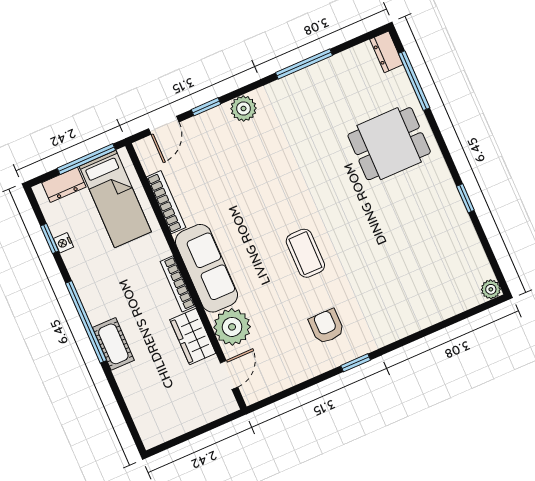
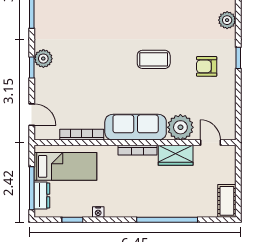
window: (206, 107) -> (32, 68), moved
window: (86, 159) -> (32, 188), moved
nightstand: (64, 243) -> (98, 212), moved
window: (86, 322) -> (167, 220), moved
plant: (399, 327) -> (227, 20), added
cot: (113, 344) -> (227, 201), moved, turned 90

